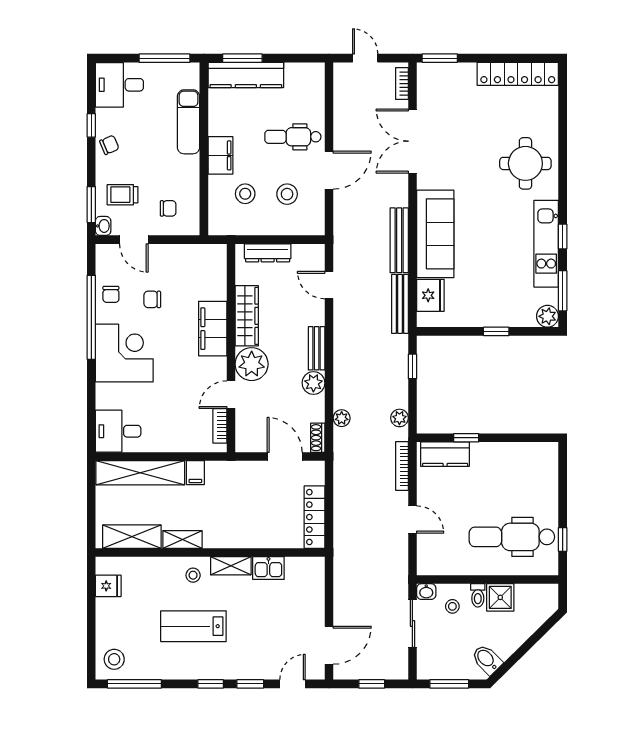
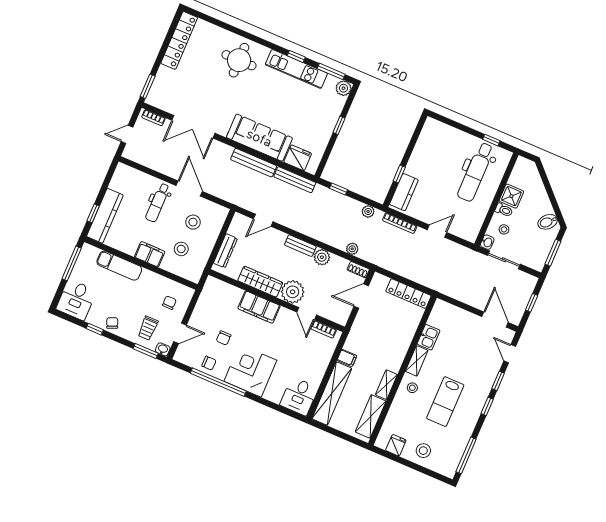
window: (242, 58) -> (93, 213), width x0.67
stool: (114, 659) -> (423, 451), moved

